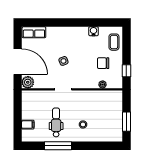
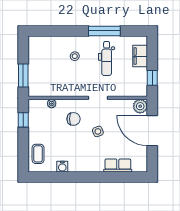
row of seats: (34, 32) -> (118, 165), moved
chair: (103, 63) -> (74, 119), moved
window: (18, 106) -> (152, 78), added
window: (126, 122) -> (23, 75), moved
filing cabinet: (28, 125) -> (140, 56), width x2.00

